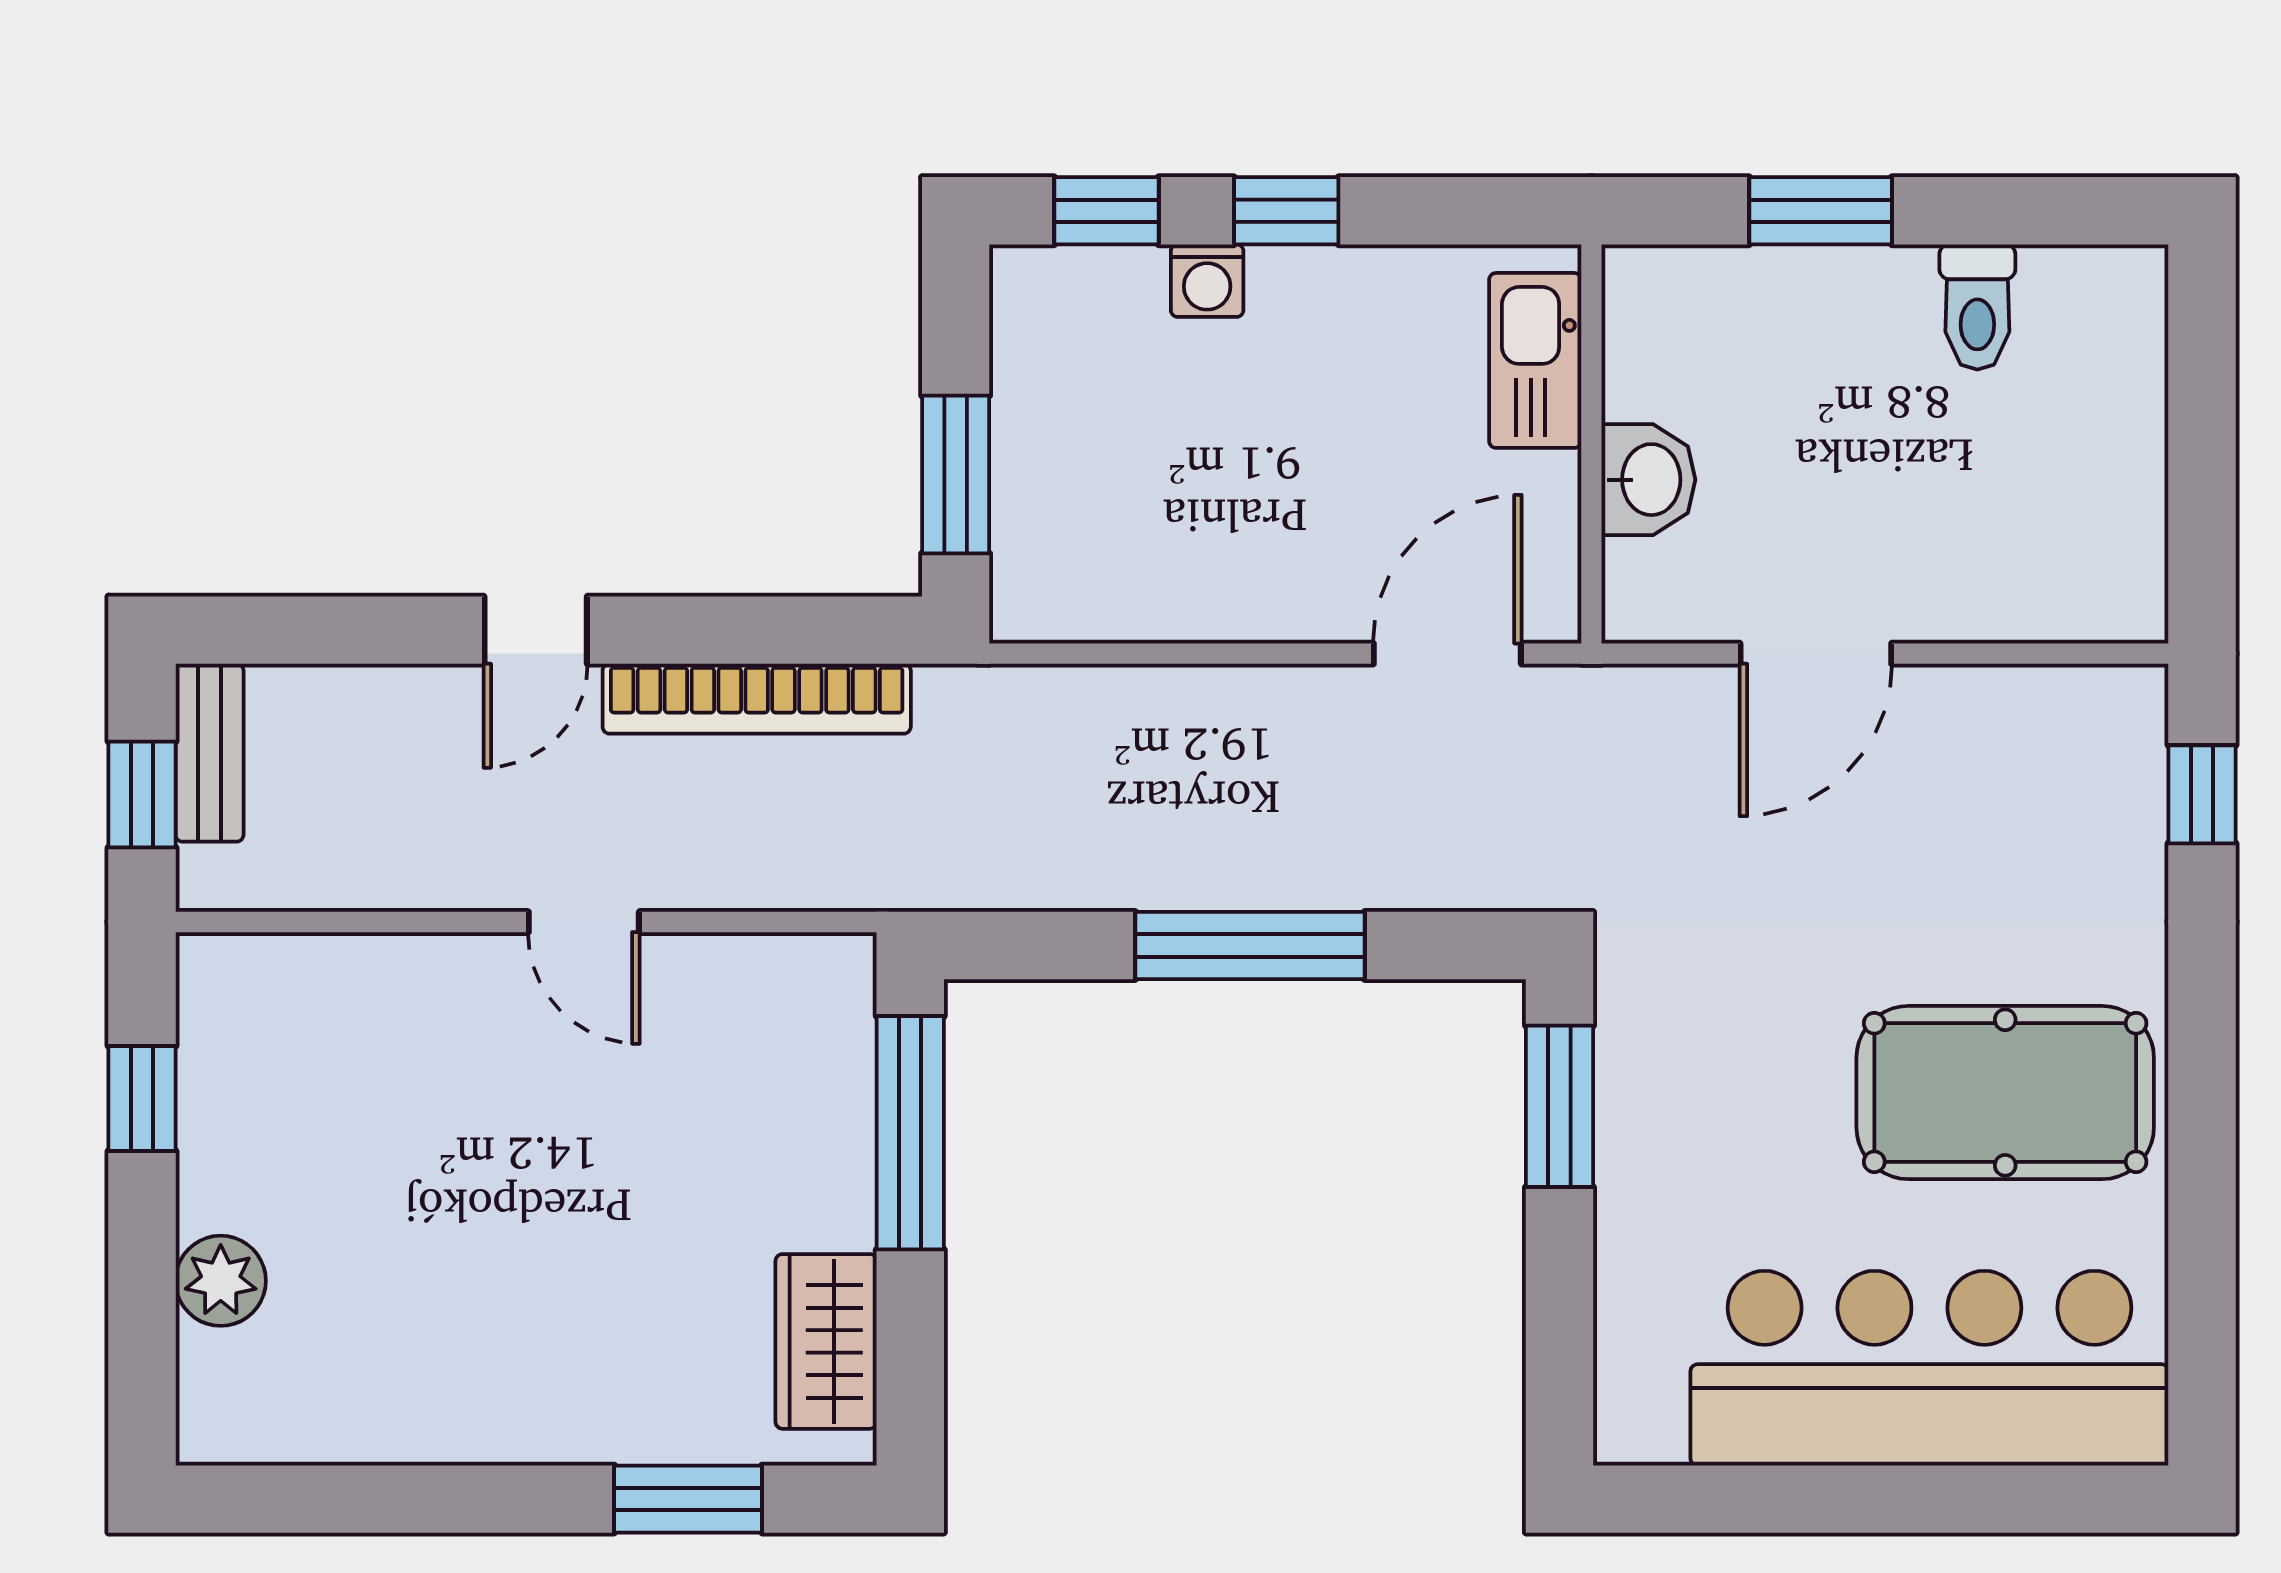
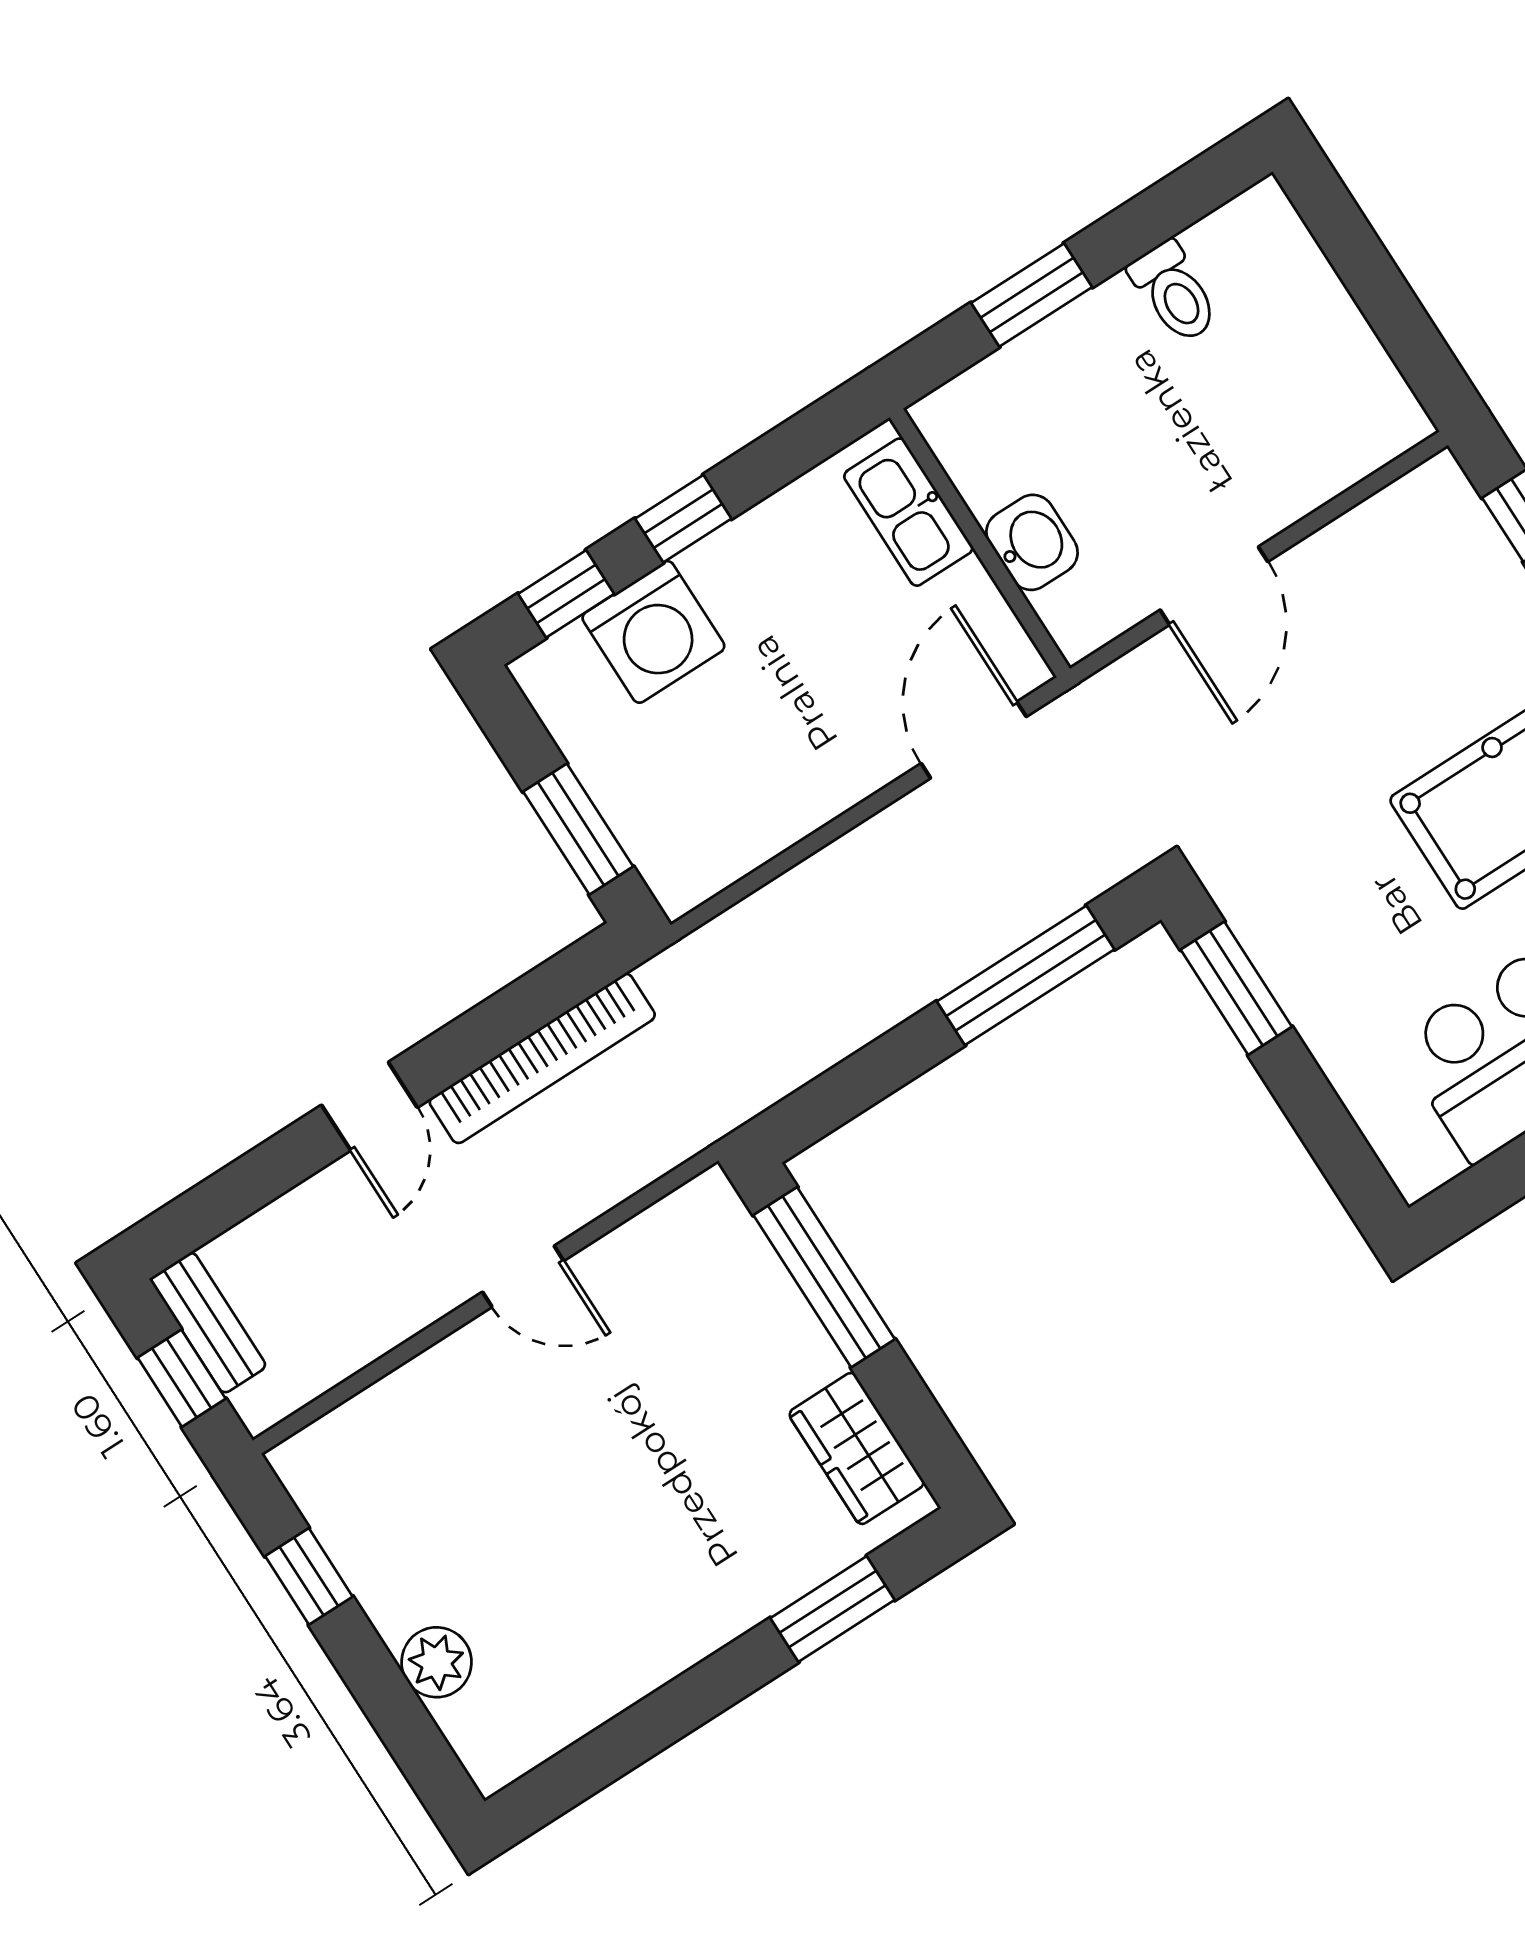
washing machine: (1207, 281) -> (653, 632), width x1.89, depth x1.89
window: (1250, 945) -> (1026, 975), moved

